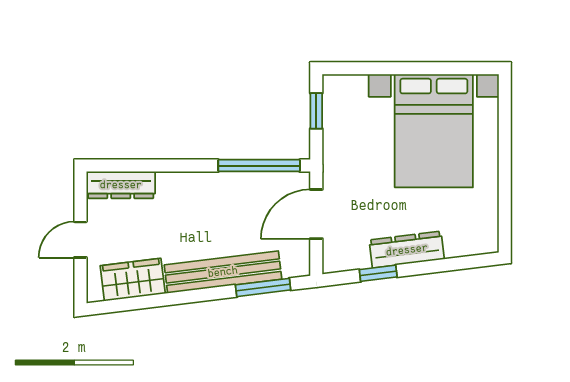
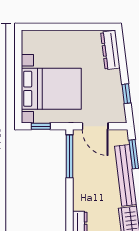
bed with nightstands: (434, 131) -> (51, 89), moved
dresser: (407, 250) -> (110, 50), moved

